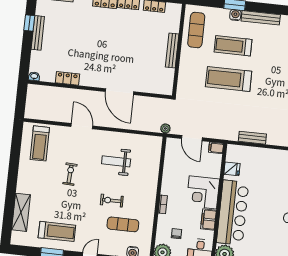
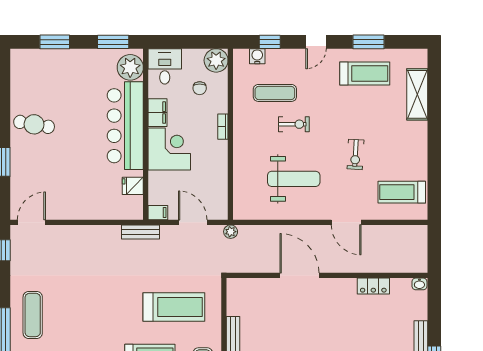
treadmill: (229, 79) -> (174, 307), moved
bench: (252, 138) -> (141, 232), moved
treadmill: (40, 143) -> (402, 192), turned -90
weight bench: (116, 161) -> (294, 179), width x1.36, depth x1.33
treadmill: (57, 231) -> (365, 73), turned 180

